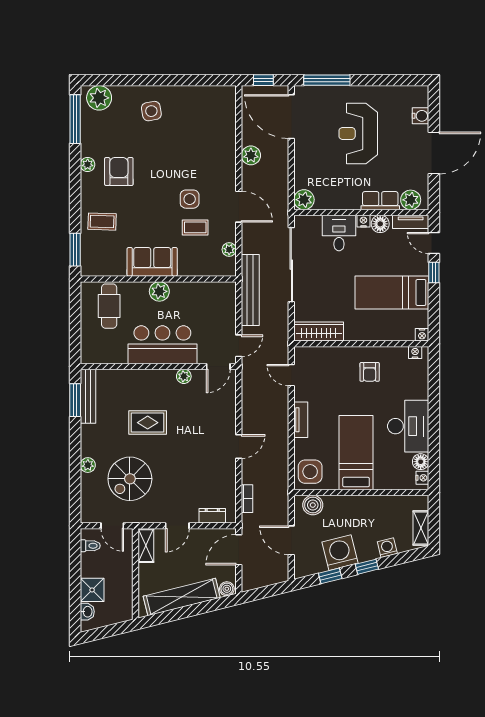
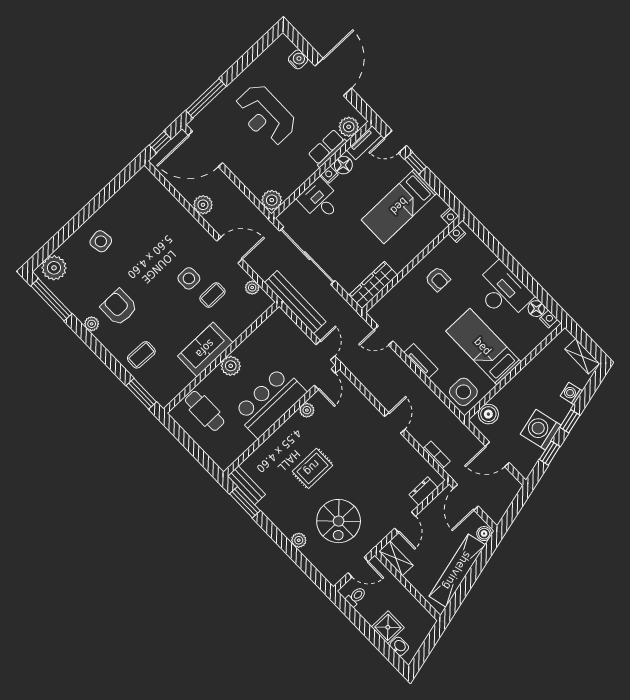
bench: (88, 396) -> (246, 485), width x0.73

